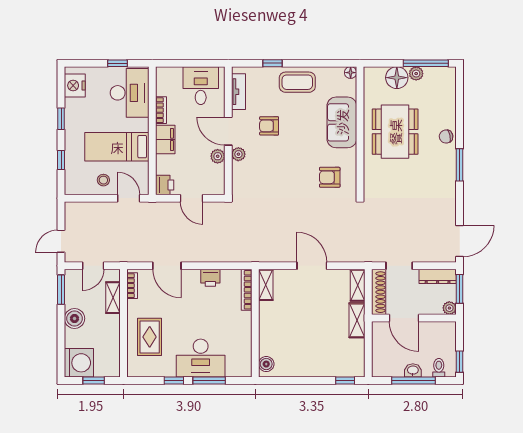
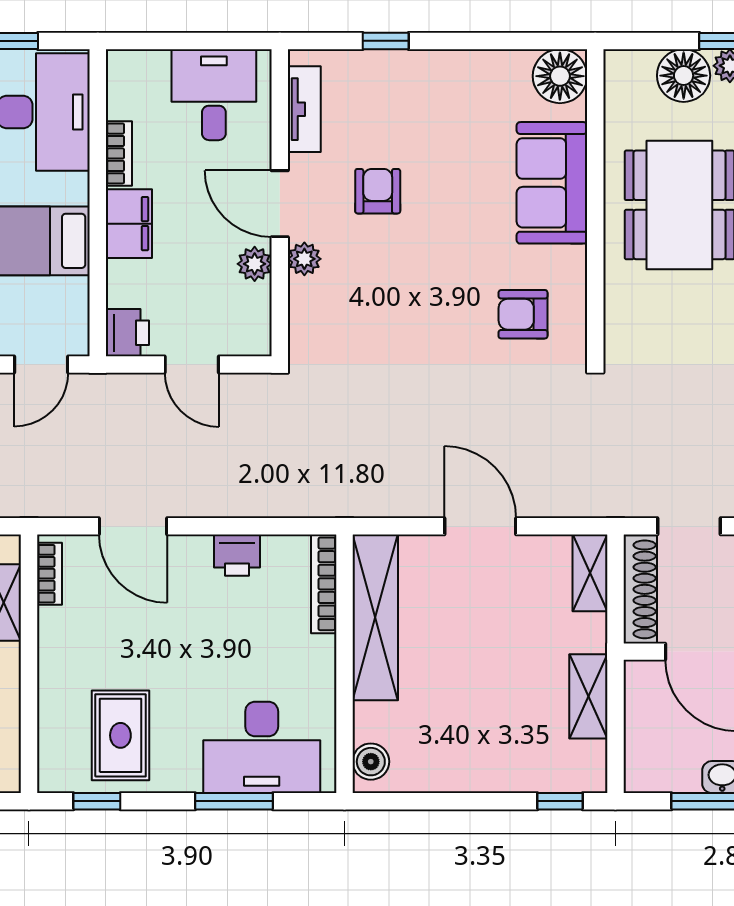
floor lamp: (351, 73) -> (560, 76), width x1.89, depth x1.89
coffee table: (297, 82) -> (445, 86), removed
armchair: (269, 126) -> (378, 191), turned 90
door: (129, 198) -> (41, 364), swing flipped
shelving: (266, 285) -> (375, 617), width x2.20, depth x1.33
shelving: (357, 320) -> (588, 696), moved
rug: (150, 337) -> (120, 735), moved
desk: (201, 358) -> (262, 747), moved
window: (174, 381) -> (97, 801), moved

